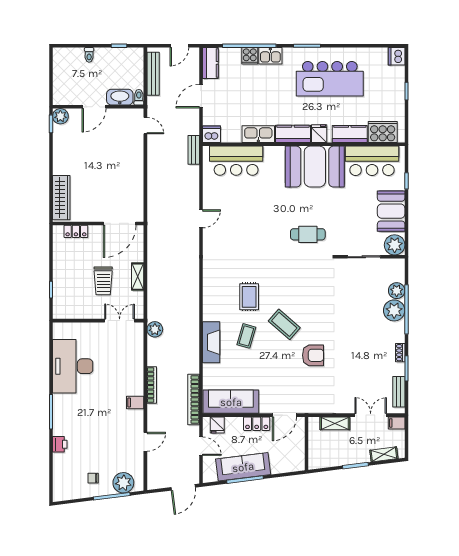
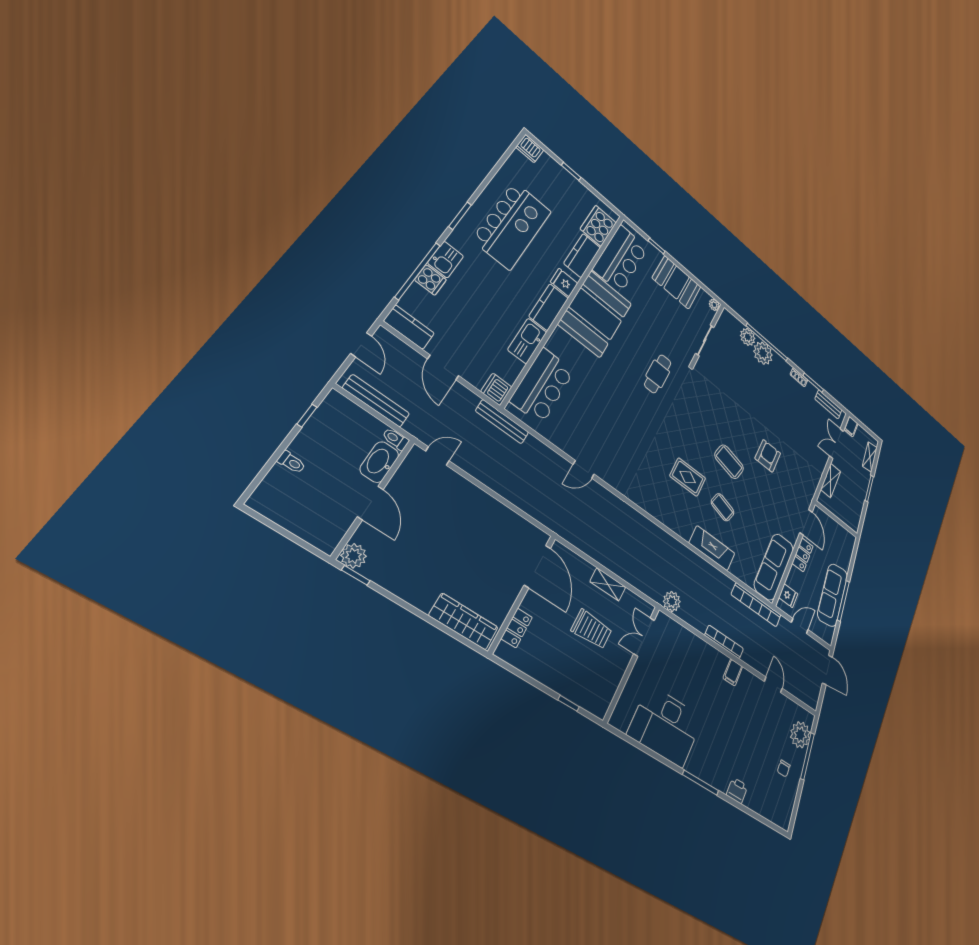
bench: (194, 150) -> (502, 422), width x1.36
door: (201, 219) -> (584, 469), swing flipped
plant: (395, 245) -> (714, 305), width x0.53, depth x0.53
coffee table: (284, 324) -> (729, 462), turned 62

